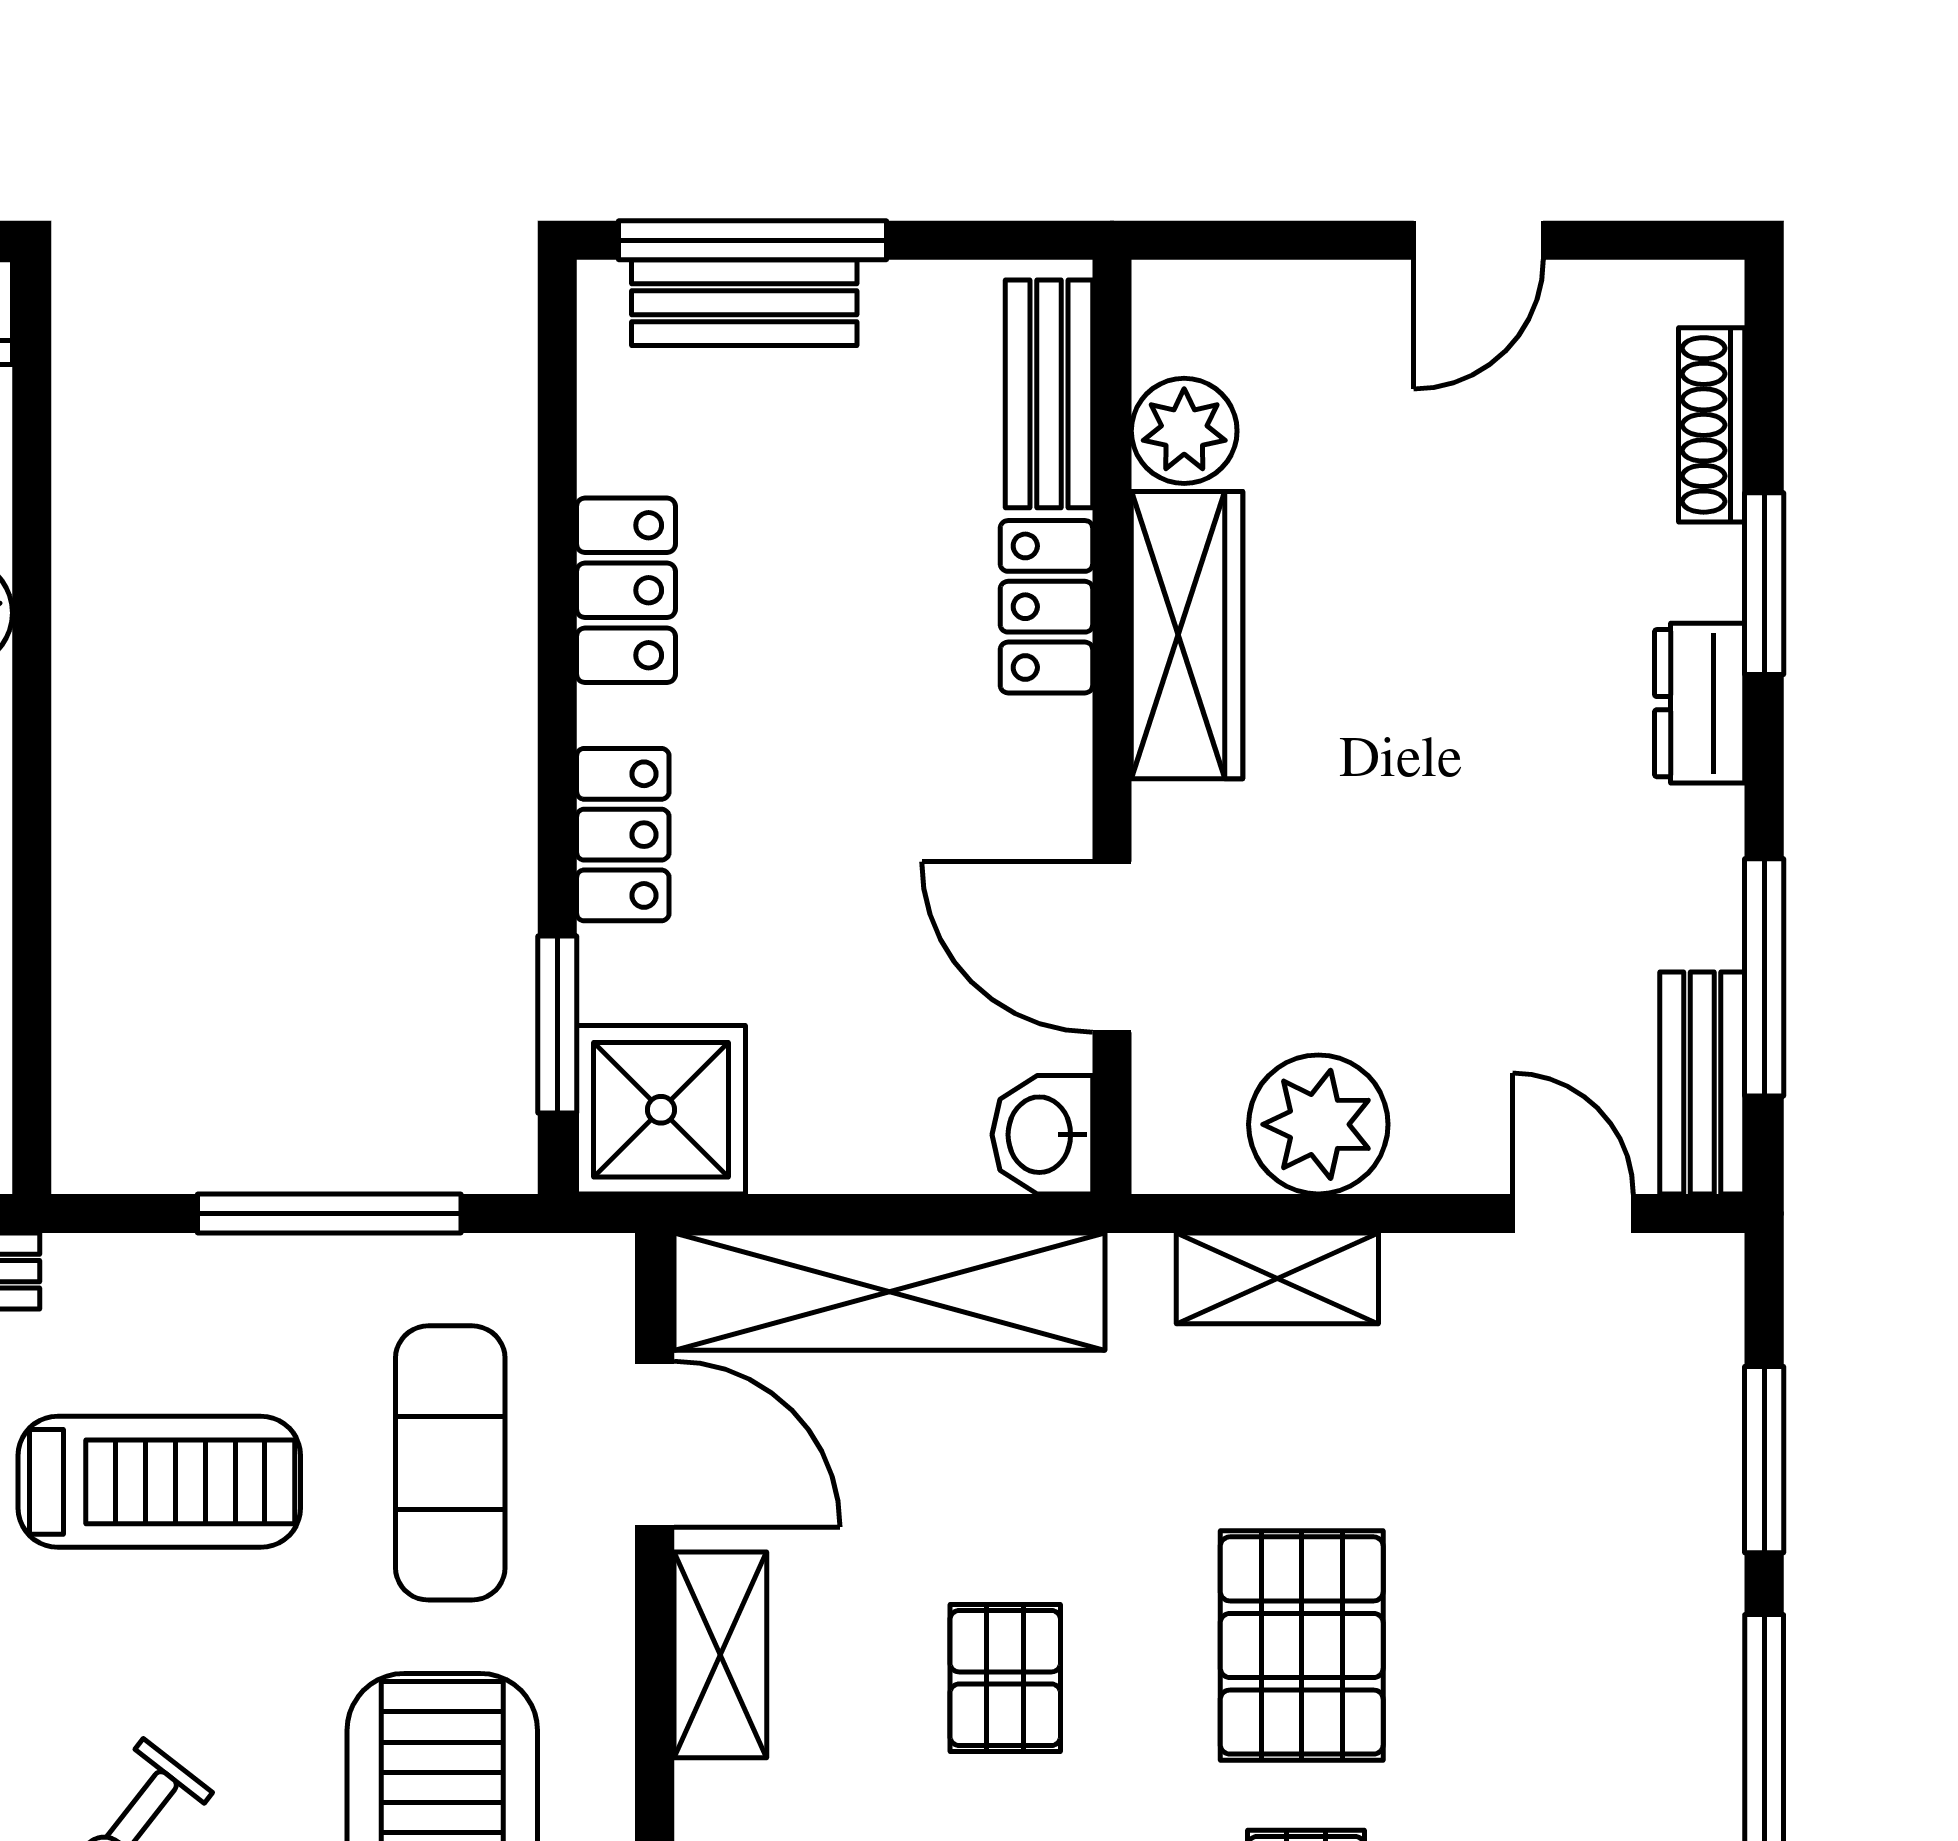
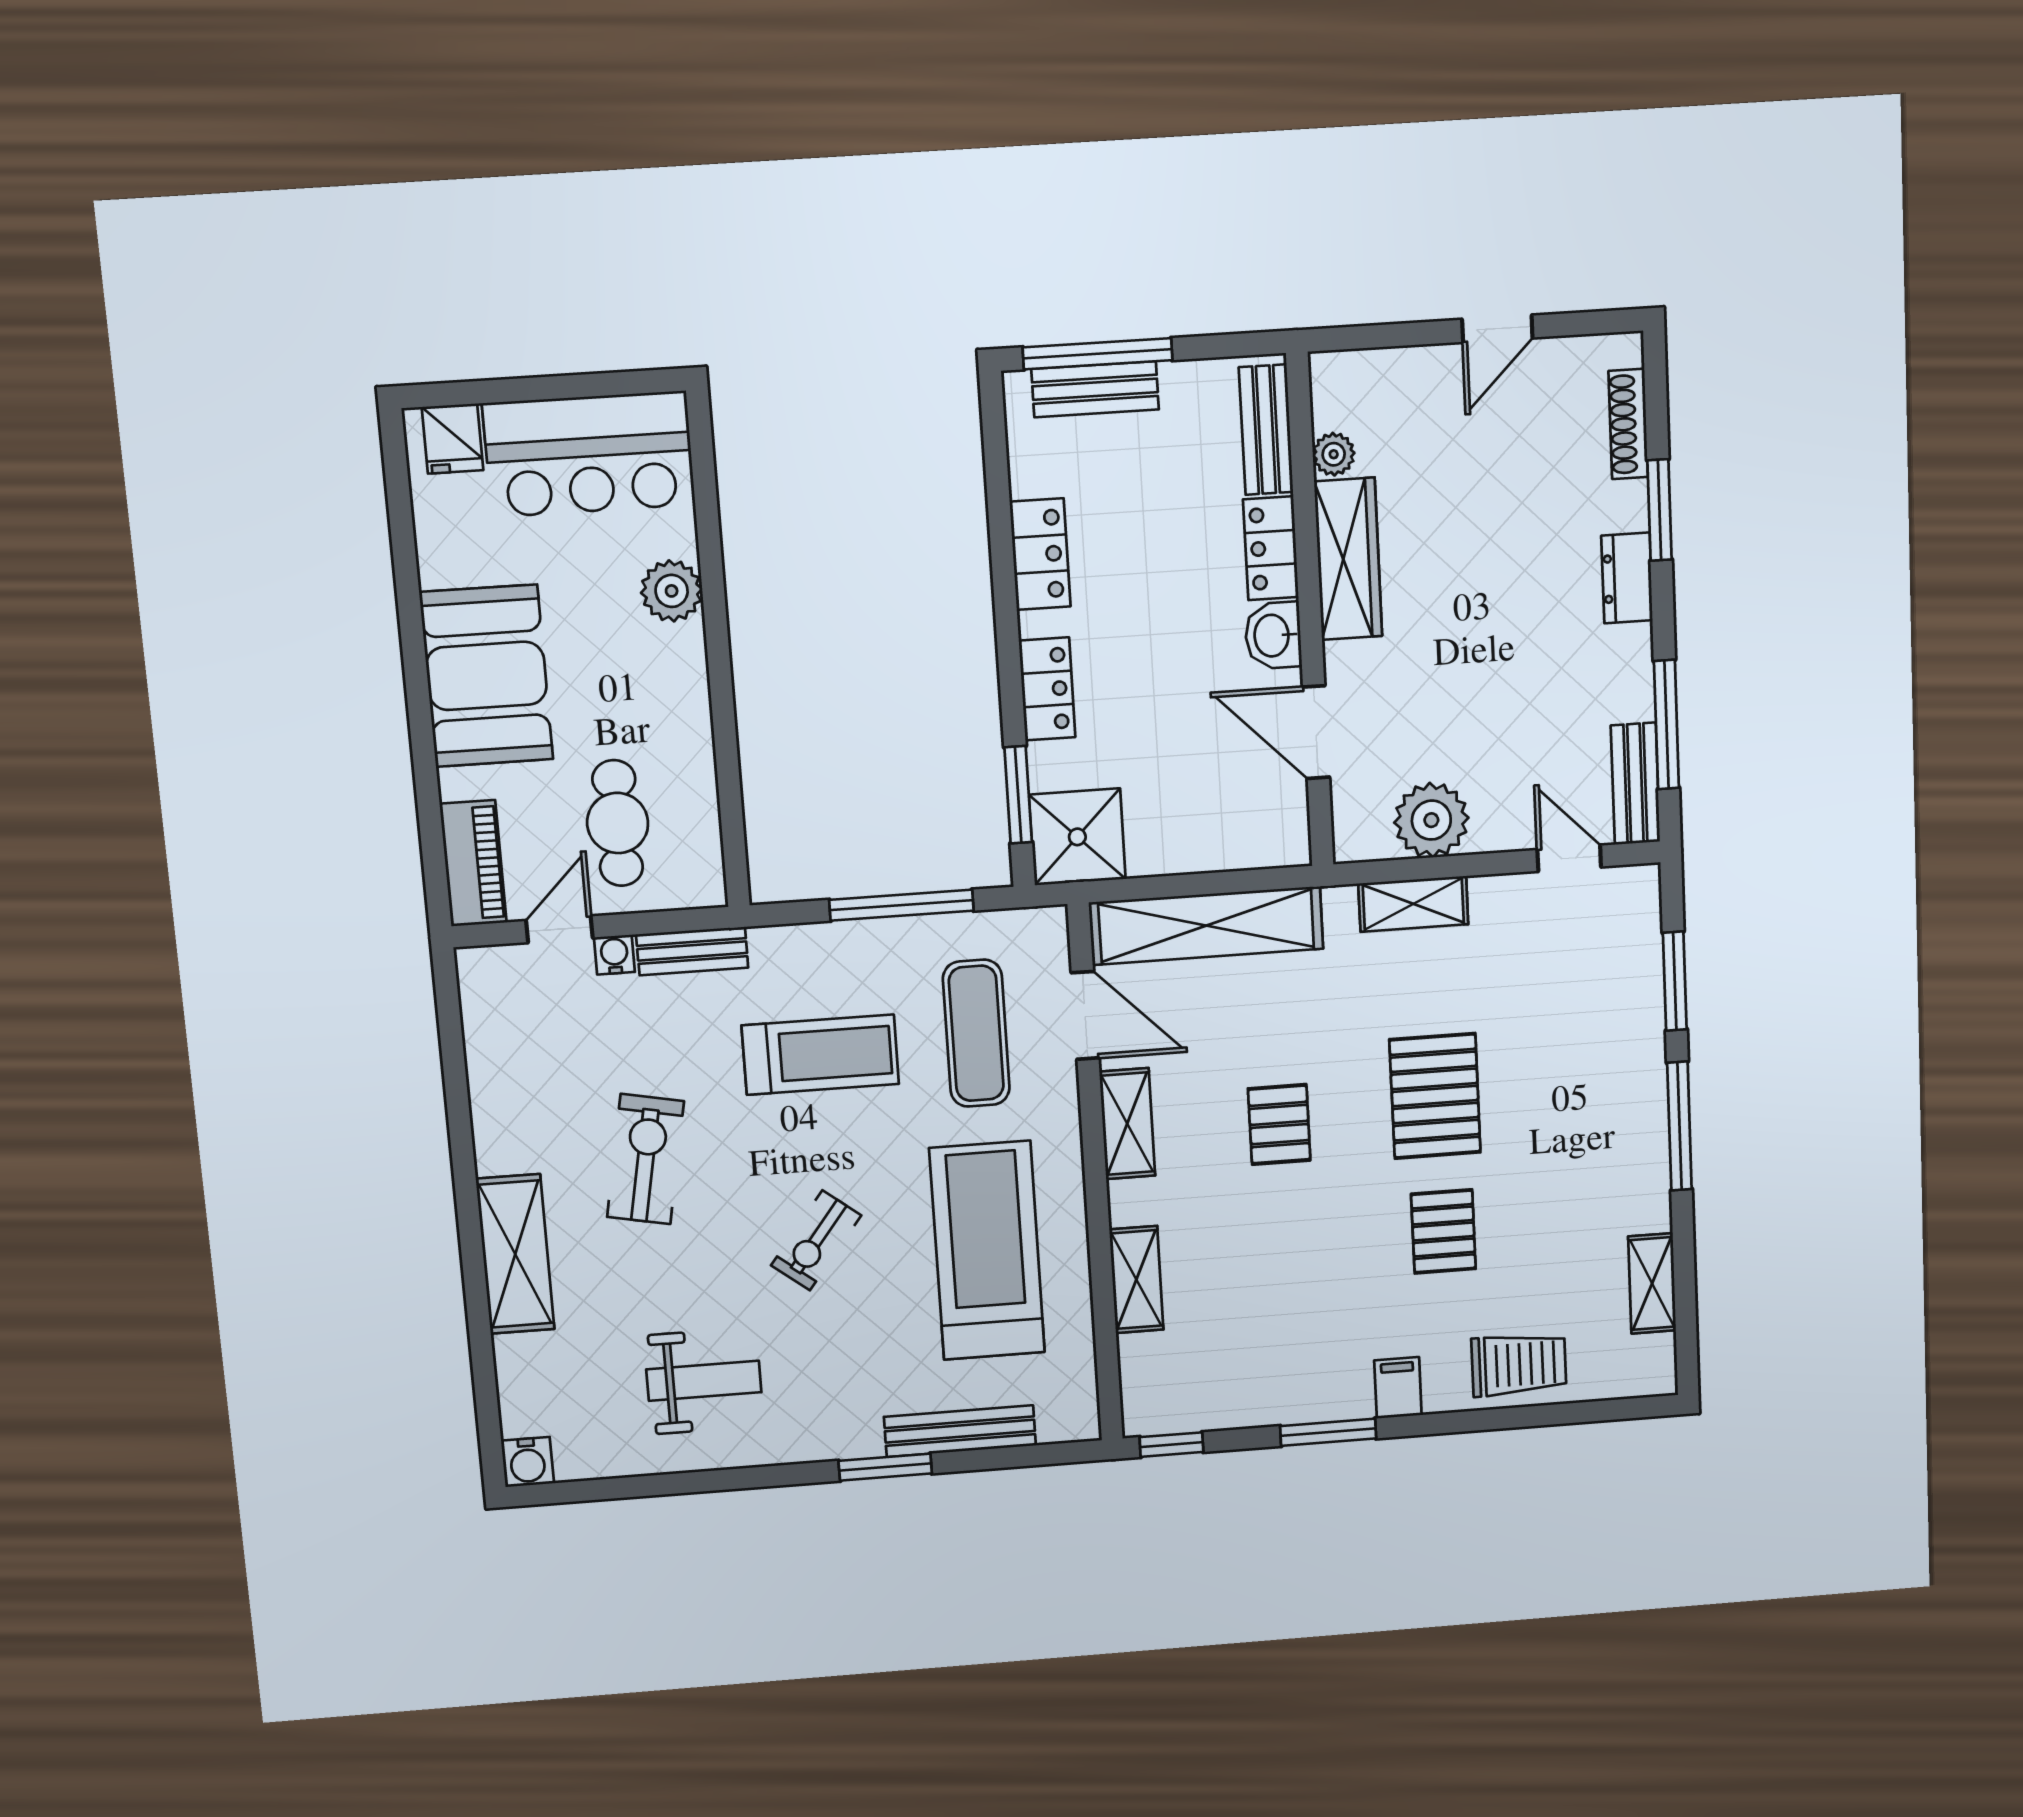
plant: (1184, 431) -> (1334, 454), width x0.73, depth x0.73
washbasin: (1042, 1135) -> (1273, 635), moved

